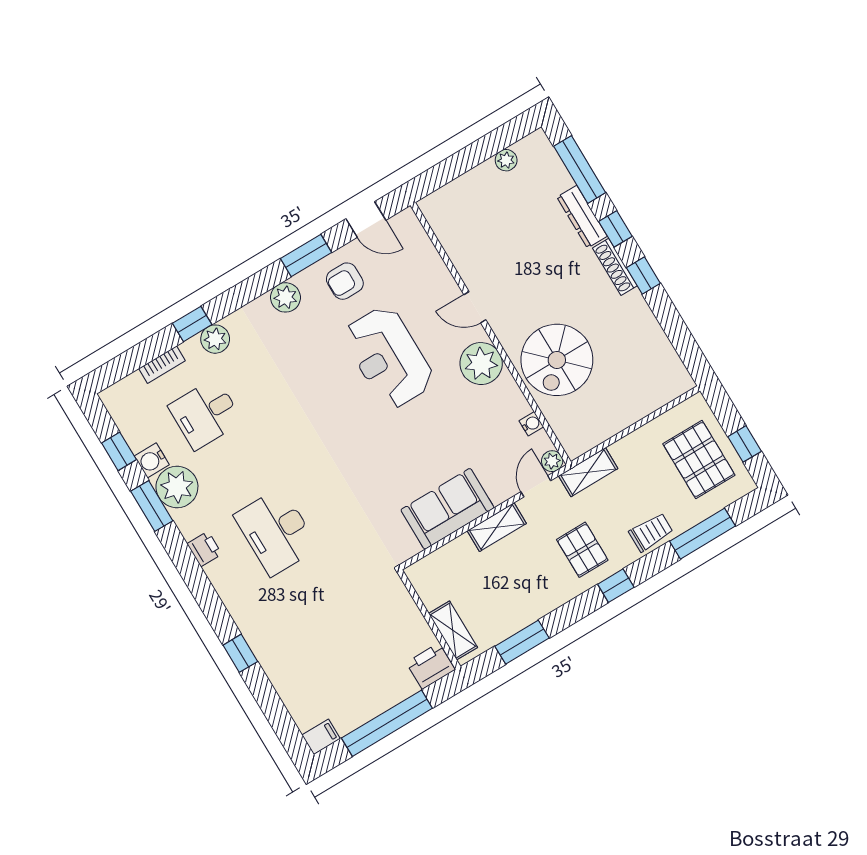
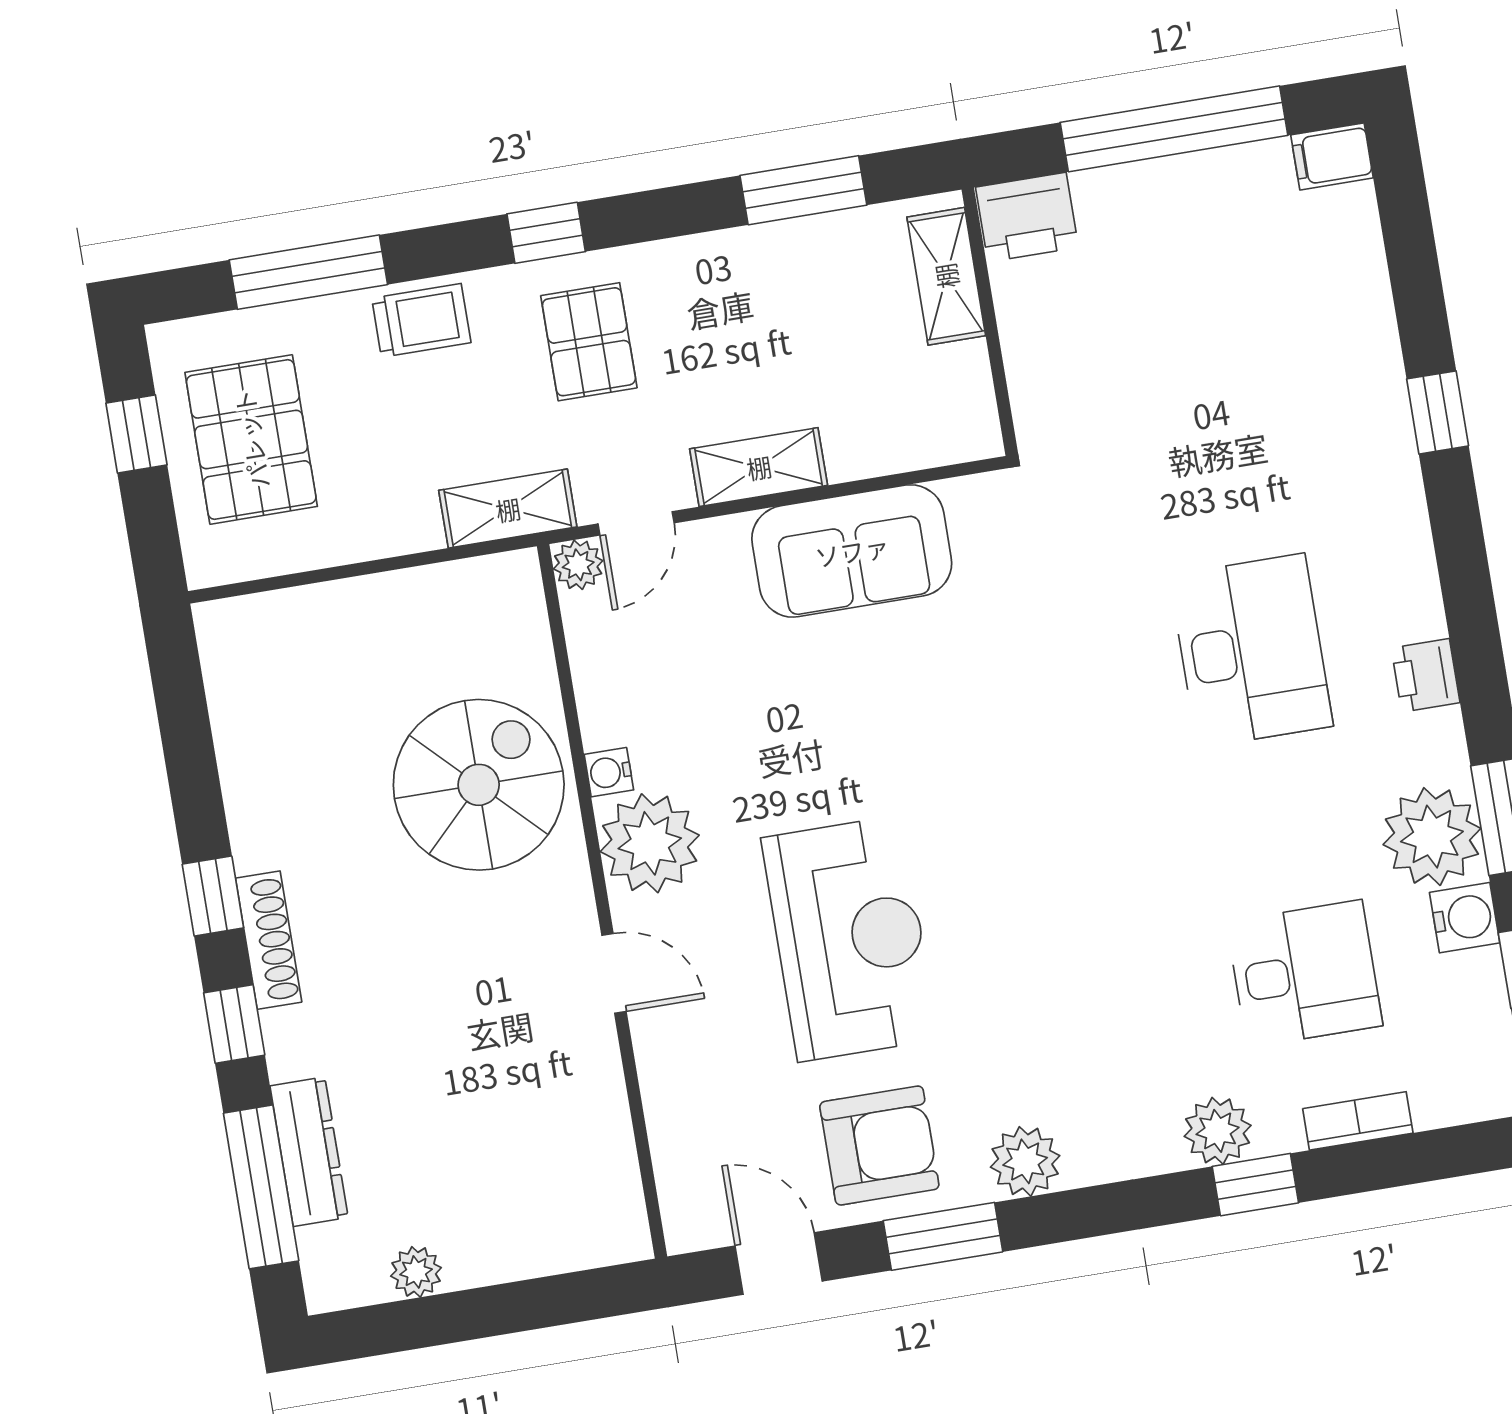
dresser: (582, 217) -> (309, 1152), moved
armchair: (345, 281) -> (879, 1146), width x1.38, depth x1.38
water cooler: (531, 424) -> (609, 772), moved
trolley: (651, 532) -> (421, 320), turned 180

